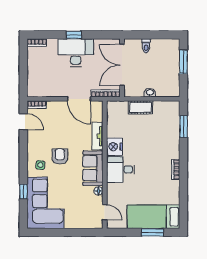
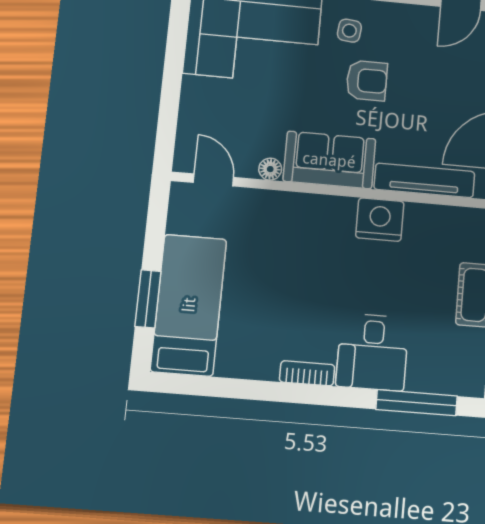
window: (183, 127) -> (417, 403), width x1.44
tv unit: (98, 136) -> (424, 180), width x1.41
desk: (121, 169) -> (372, 352), moved, turned 180
door: (105, 212) -> (213, 180), swing flipped

